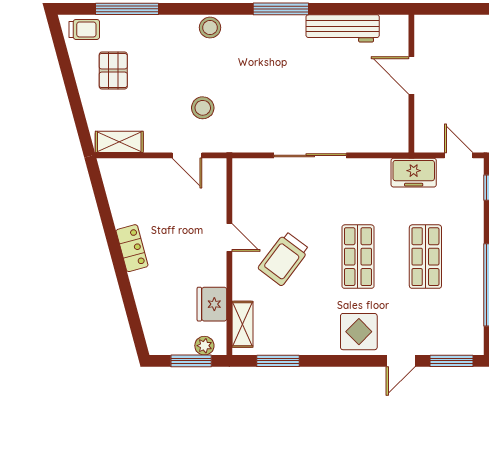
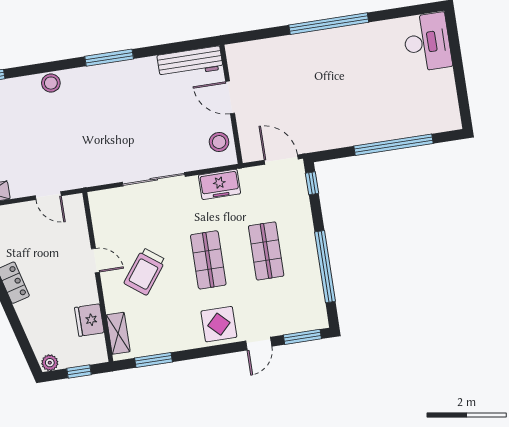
workbench: (343, 28) -> (190, 62), moved
stool: (203, 108) -> (219, 142), moved
door: (459, 155) -> (281, 160), width x1.37
freezer: (414, 173) -> (220, 184), moved
plant: (204, 346) -> (50, 363), moved
window: (191, 361) -> (79, 372), width x0.67

